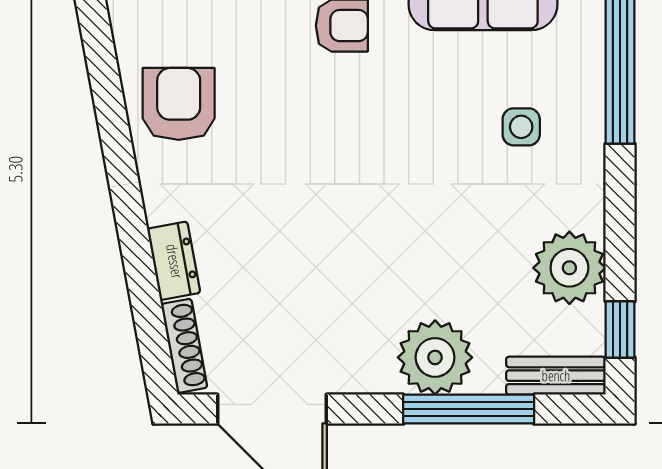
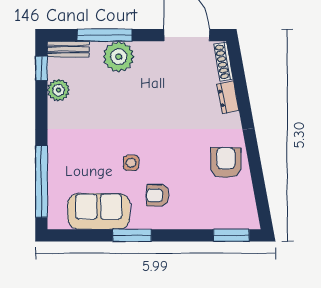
armchair: (179, 104) -> (226, 163), turned 180
side table: (521, 127) -> (131, 163), moved
plant: (569, 268) -> (59, 90), width x0.73, depth x0.73

